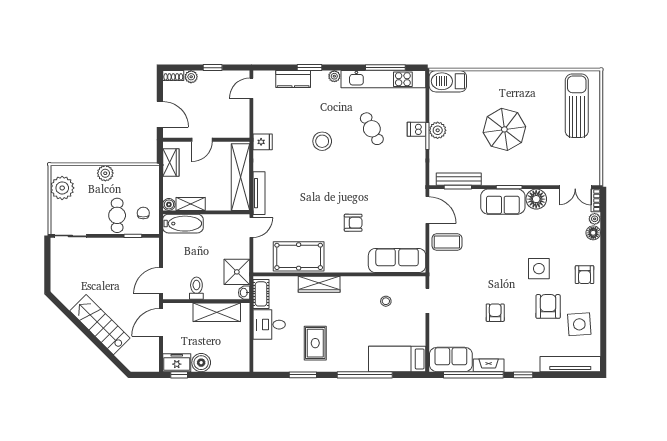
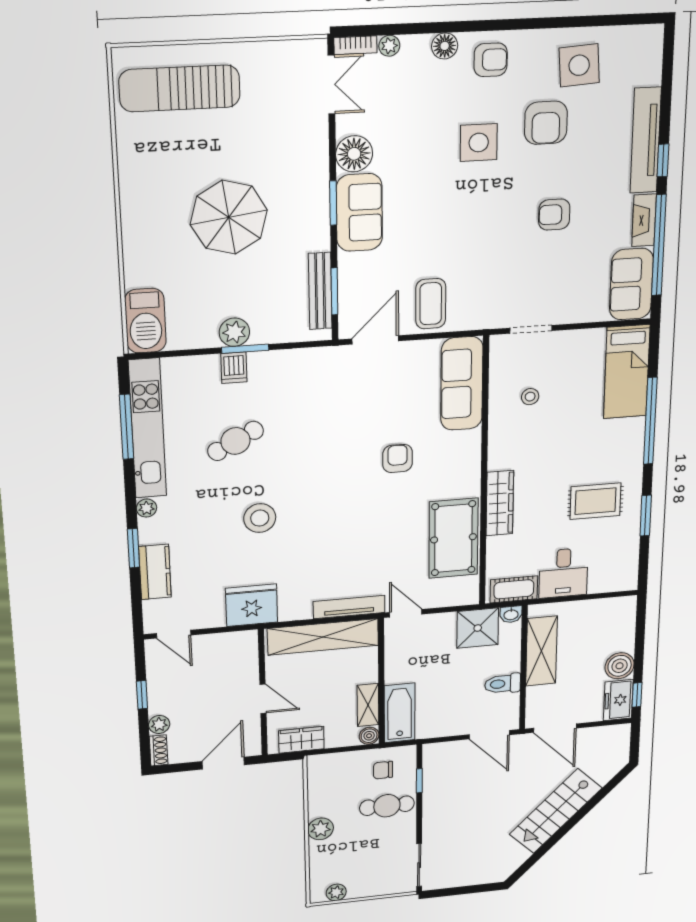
fridge: (263, 142) -> (252, 605), width x1.88, depth x1.34
plant: (62, 188) -> (336, 892), width x0.53, depth x0.53
floor lamp: (593, 233) -> (445, 46), moved
armchair: (548, 306) -> (546, 123), turned -90
tv unit: (570, 364) -> (646, 140), moved

